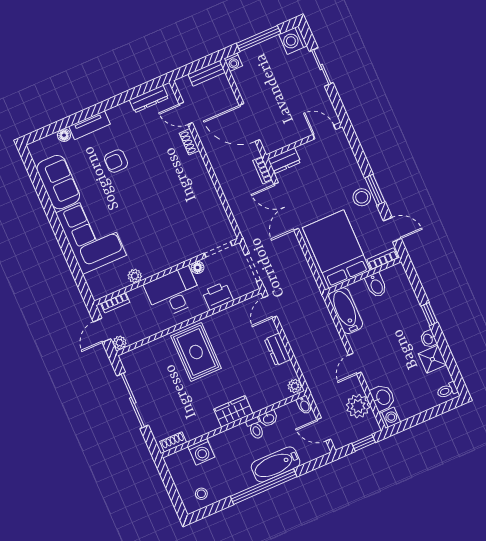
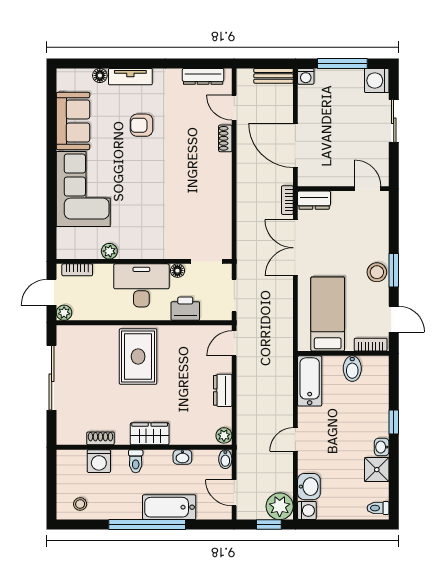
bed: (336, 249) -> (328, 314), width x0.67
plant: (358, 406) -> (280, 506), moved
toilet: (255, 428) -> (136, 461), moved
shoe rack: (173, 442) -> (100, 438), moved

